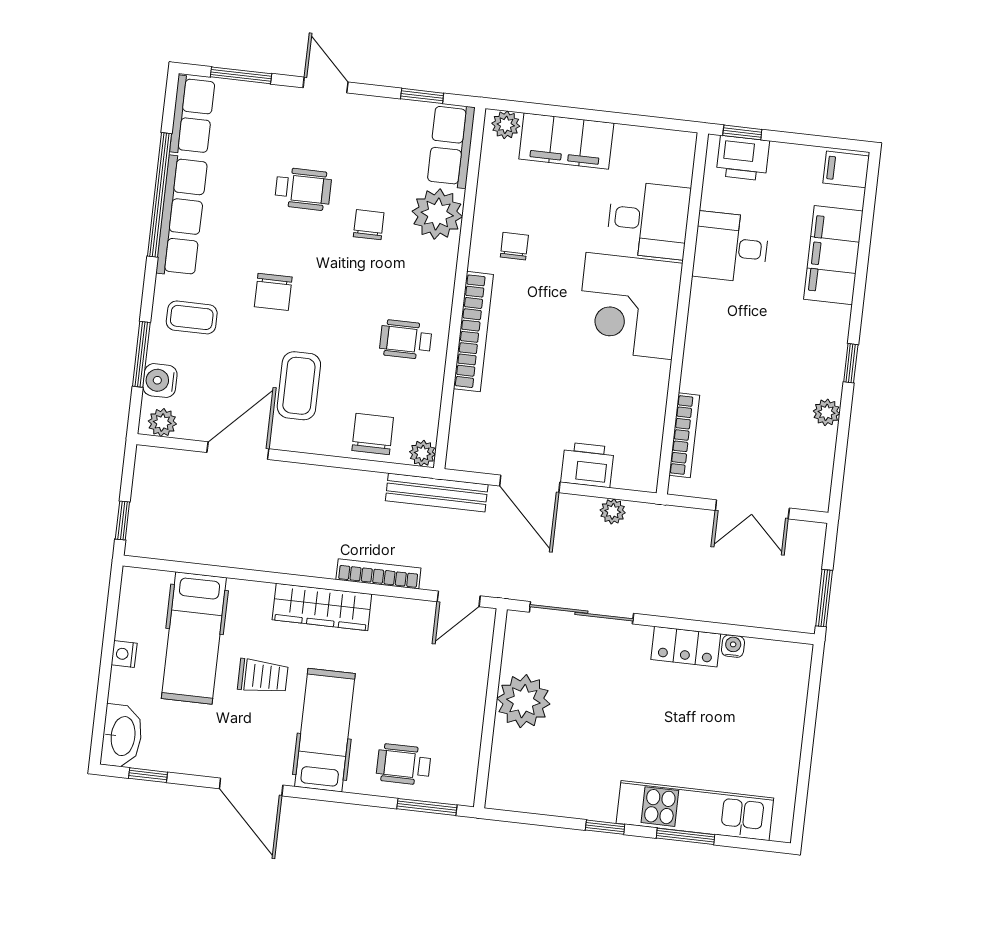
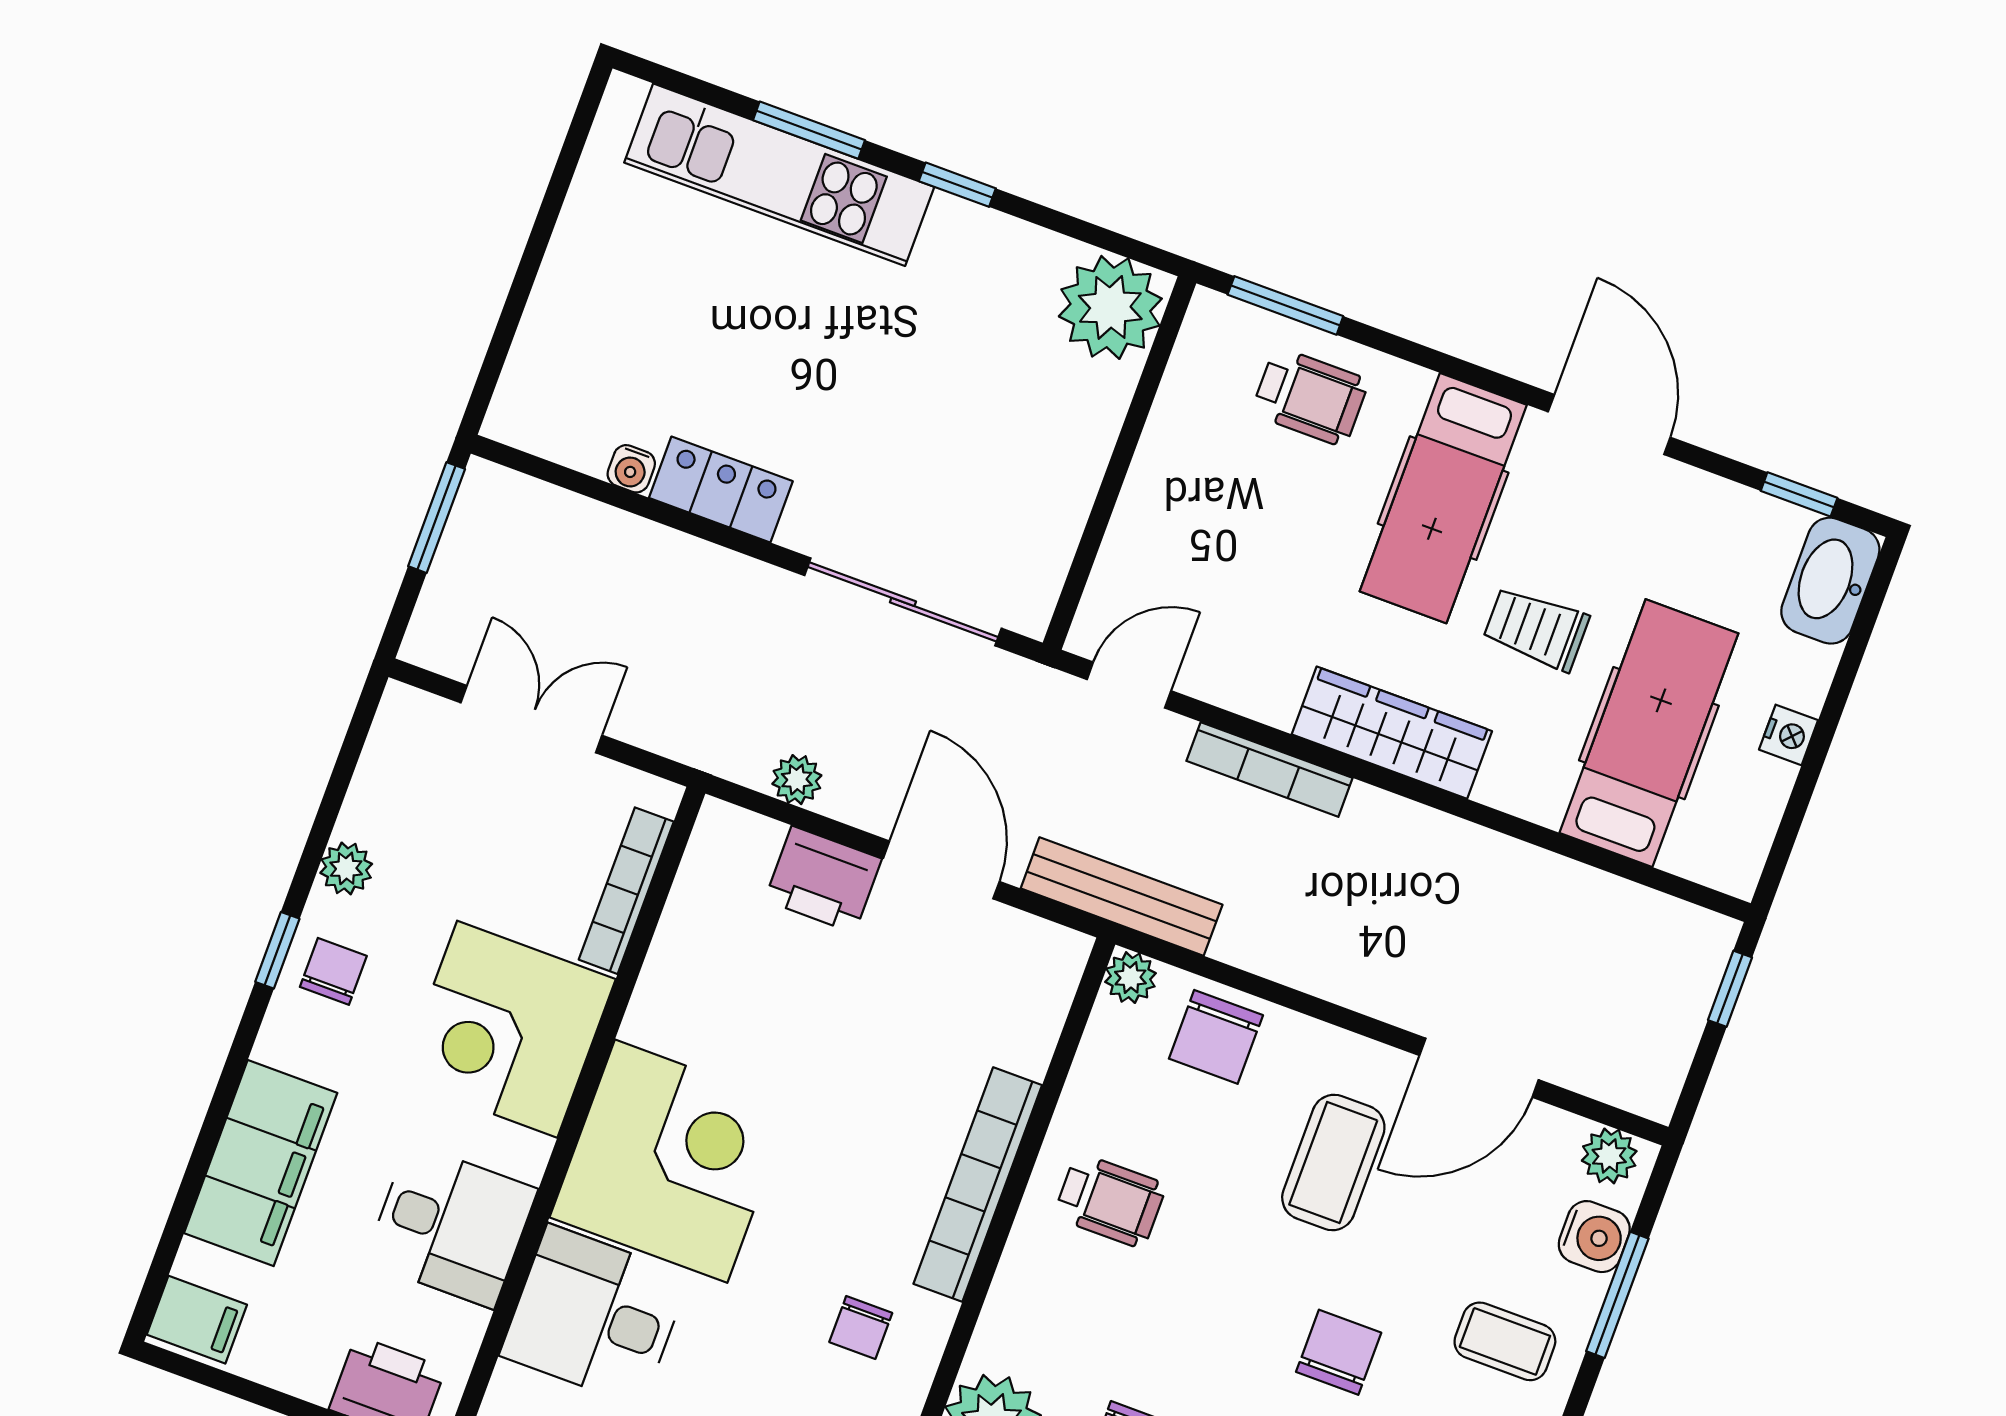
corner desk: (727, 352) -> (507, 1029), added
chair: (820, 359) -> (333, 971), added
plant: (523, 701) -> (1110, 307), moved

